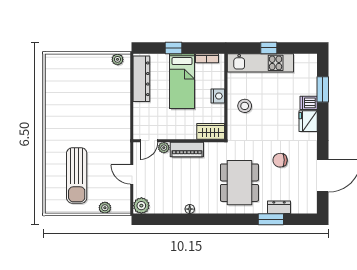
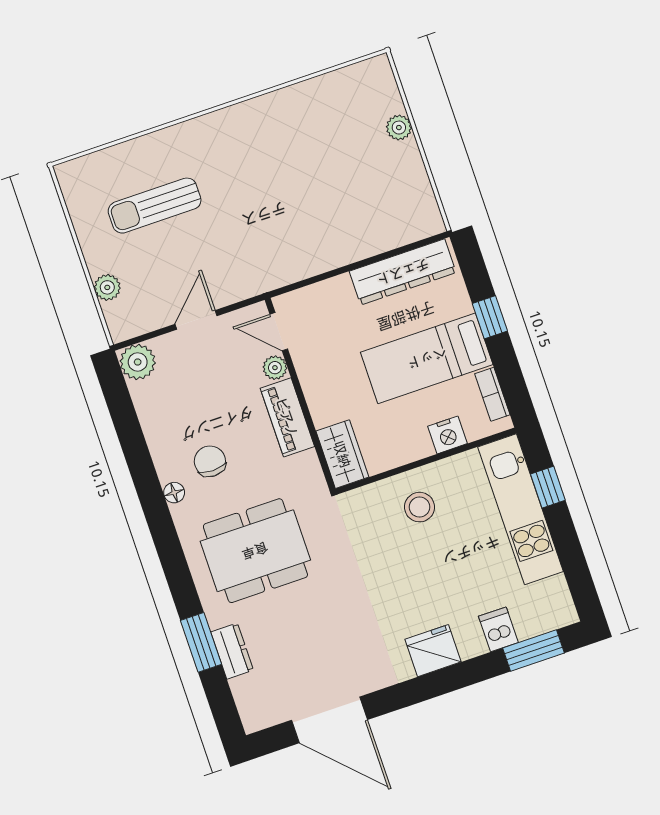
window: (269, 48) -> (548, 487), moved
plant: (118, 59) -> (399, 128), moved
window: (323, 89) -> (534, 650), moved
nightstand: (218, 96) -> (447, 435), moved
dishwasher: (309, 103) -> (498, 629), moved
chair: (280, 160) -> (210, 461), moved
sun lounger: (77, 176) -> (155, 206), width x0.73, depth x0.75
floor lamp: (190, 209) -> (174, 493), moved

